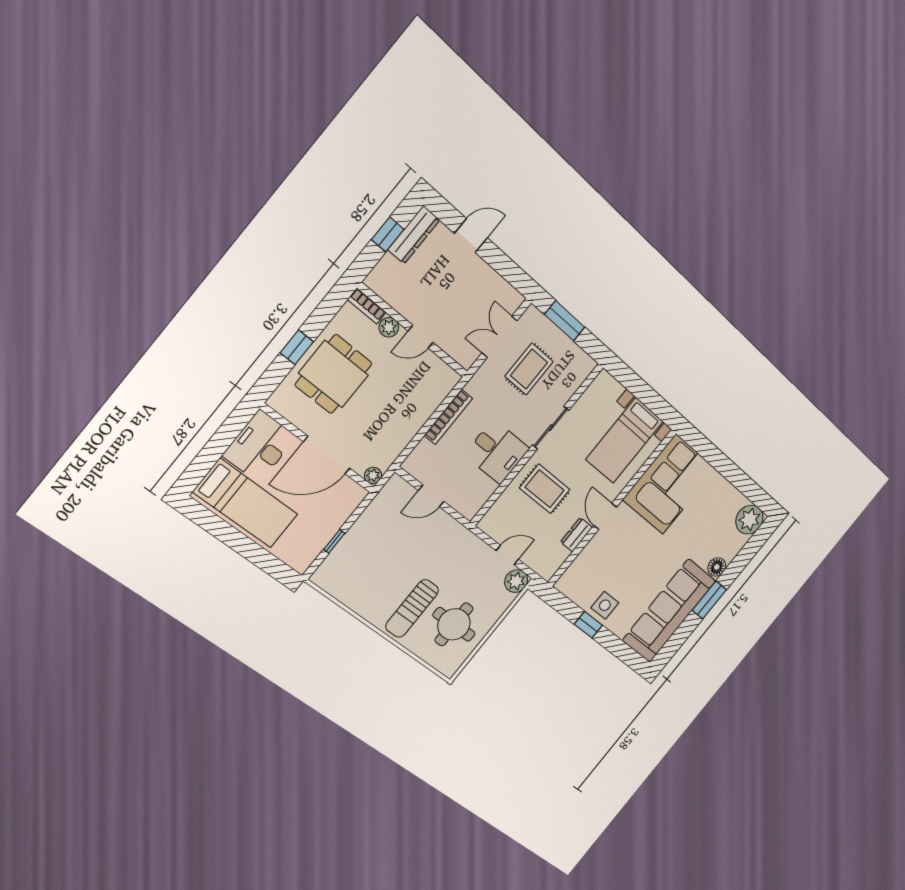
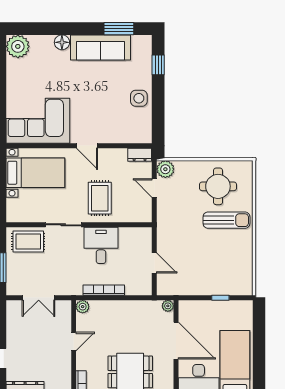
plant: (389, 327) -> (83, 307), moved
door: (420, 337) -> (74, 342), hinge flipped
rug: (529, 369) -> (28, 241), moved
door: (605, 516) -> (87, 146), hinge flipped
dresser: (576, 535) -> (140, 155), moved
window: (709, 600) -> (119, 29), moved
sofa: (669, 611) -> (101, 47), width x0.74, depth x0.79
window: (588, 625) -> (158, 65), moved

